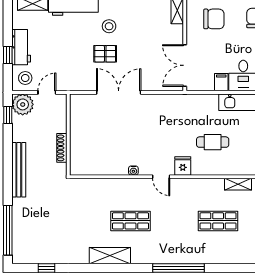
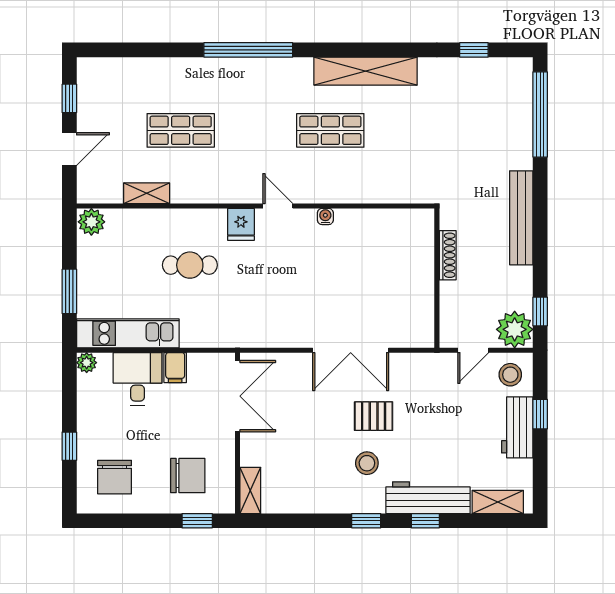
chair: (214, 19) -> (188, 476), turned 180
shelving: (110, 256) -> (366, 71), width x1.47

